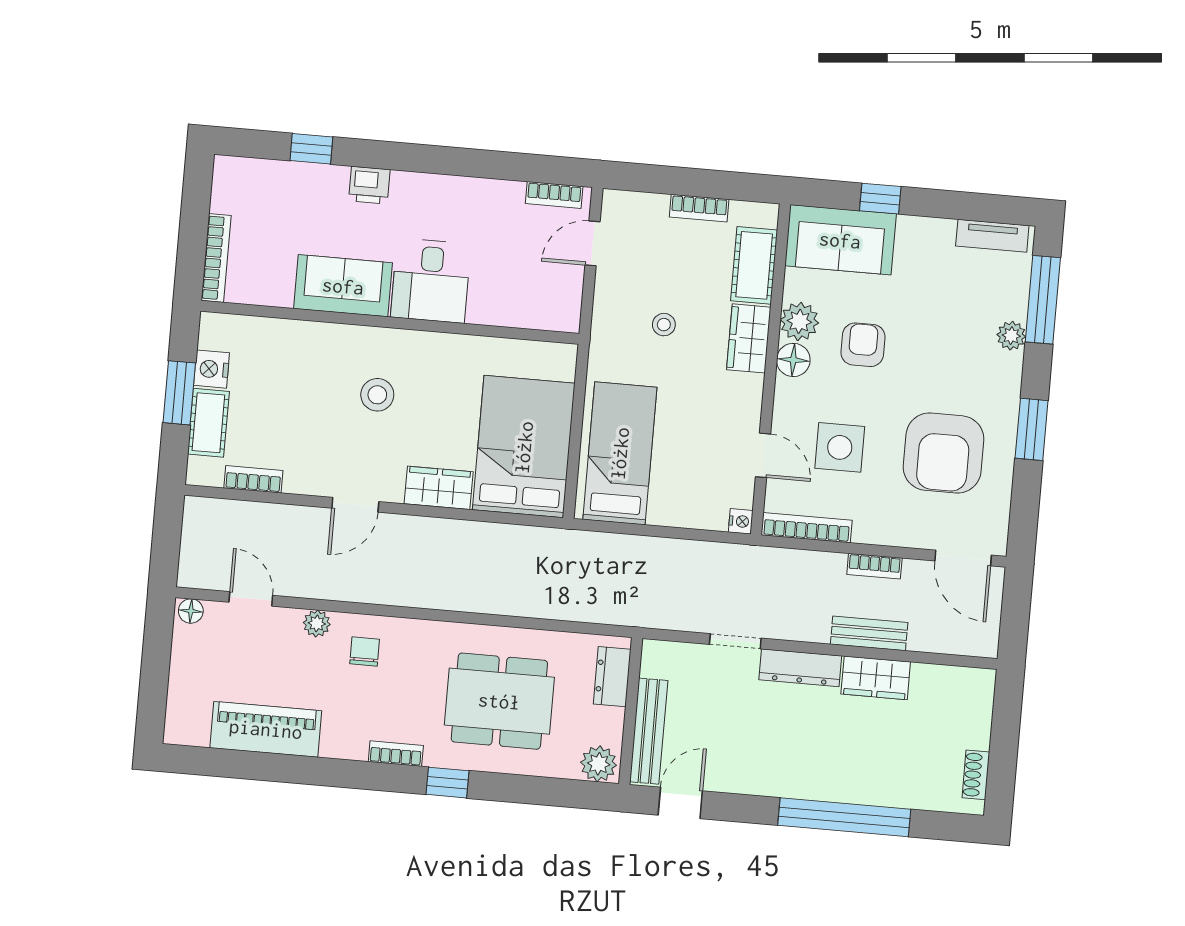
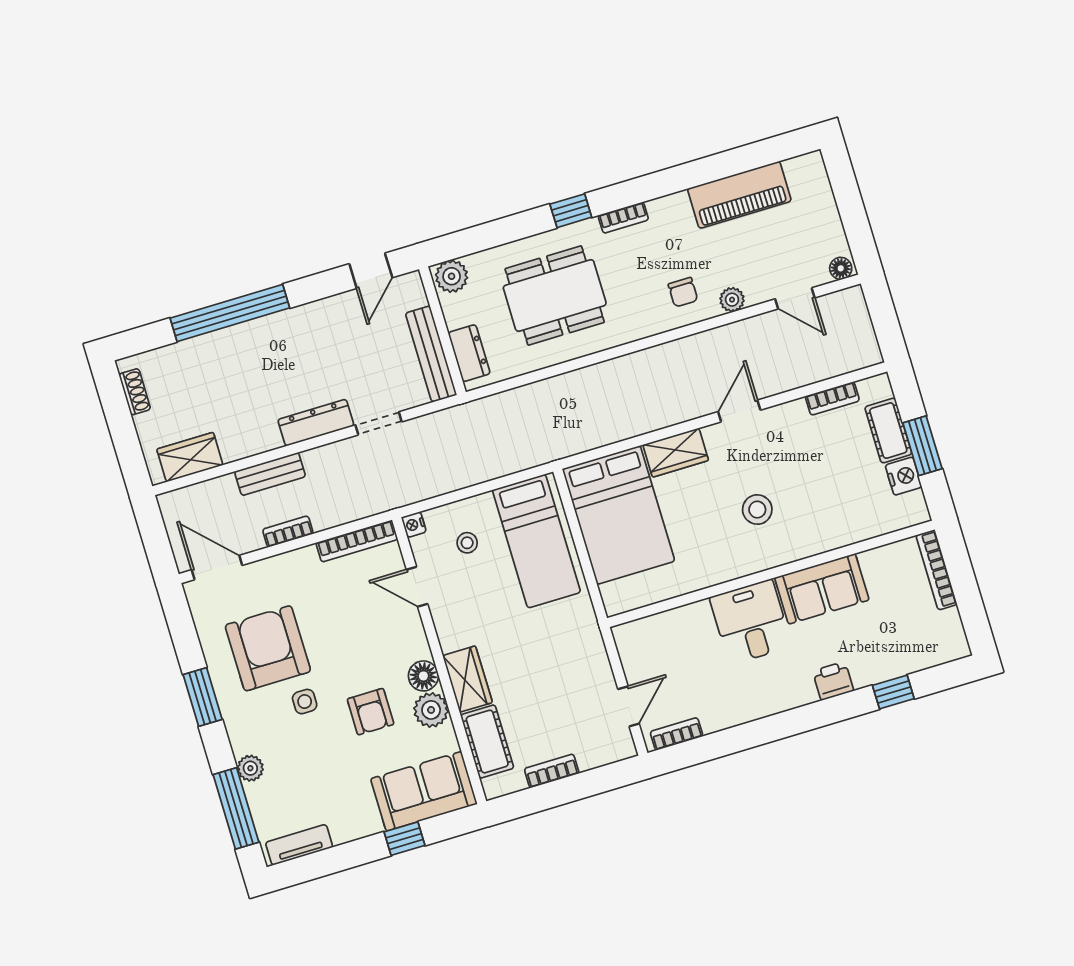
stool: (664, 325) -> (467, 543), moved
side table: (840, 447) -> (305, 702), moved, width x0.54, depth x0.54
wardrobe: (876, 678) -> (190, 457), moved
bench: (649, 731) -> (431, 354), moved

